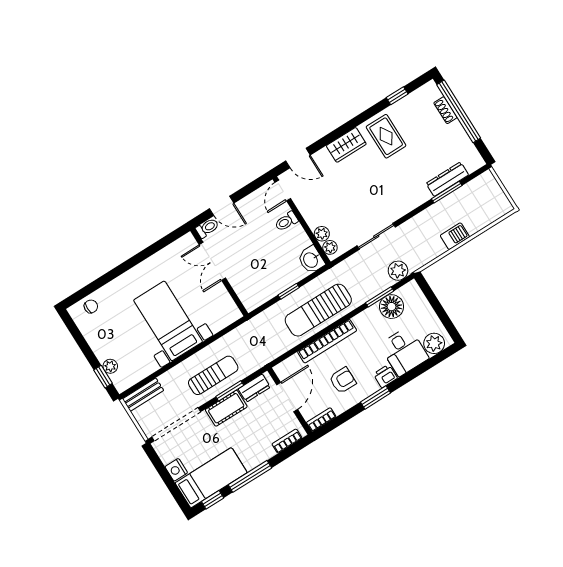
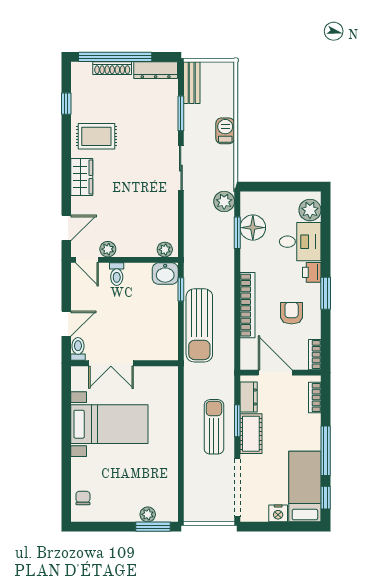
shoe rack: (445, 110) -> (112, 68), width x1.43
dresser: (447, 179) -> (156, 70), moved, turned -90
plant: (322, 234) -> (108, 249), moved
sliding door: (376, 236) -> (181, 168), moved
window: (289, 291) -> (181, 289), moved
sun lounger: (318, 310) -> (199, 325), moved
bed with nightstands: (168, 321) -> (109, 424), moved, turned 180
window: (103, 377) -> (153, 527), width x1.50
bench: (143, 395) -> (192, 83), moved

